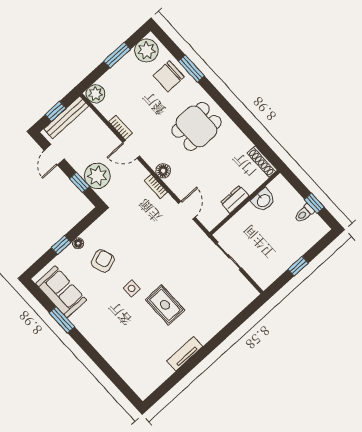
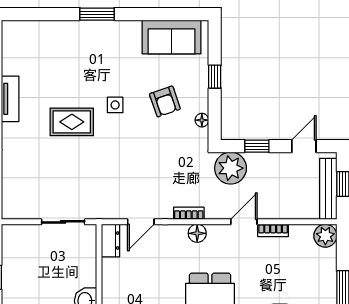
door: (54, 155) -> (304, 146), hinge flipped
plant: (97, 176) -> (231, 168), moved
dresser: (235, 199) -> (111, 241), moved
door: (187, 210) -> (141, 222), hinge flipped
floor lamp: (78, 243) -> (202, 120), moved
window: (62, 320) -> (97, 14), moved

